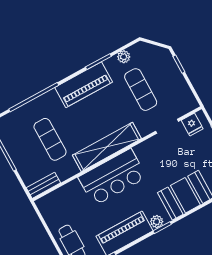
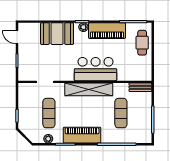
fridge: (192, 125) -> (29, 74), removed

